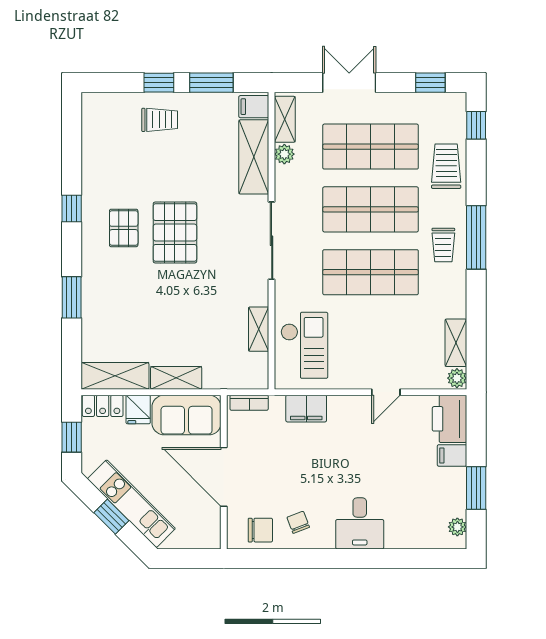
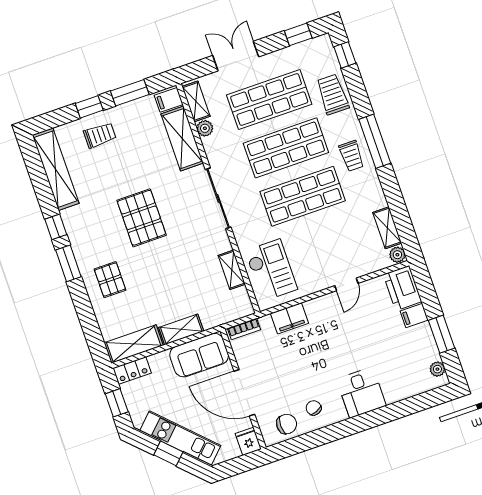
shelving: (95, 141) -> (56, 169), added
pallet: (124, 228) -> (110, 280), moved
window: (72, 297) -> (68, 263), moved
fridge: (138, 409) -> (248, 441), moved, turned 180

